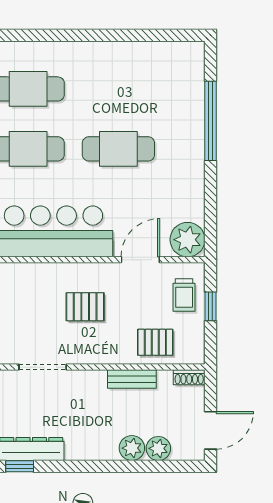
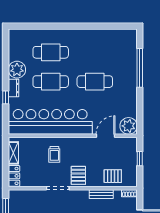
trolley: (184, 295) -> (54, 154), moved
pallet: (85, 307) -> (78, 175), moved, turned 90

